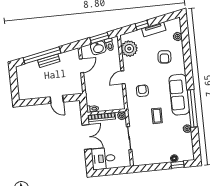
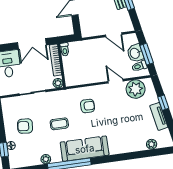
armchair: (164, 57) -> (25, 126), moved
door: (123, 77) -> (116, 81), moved

